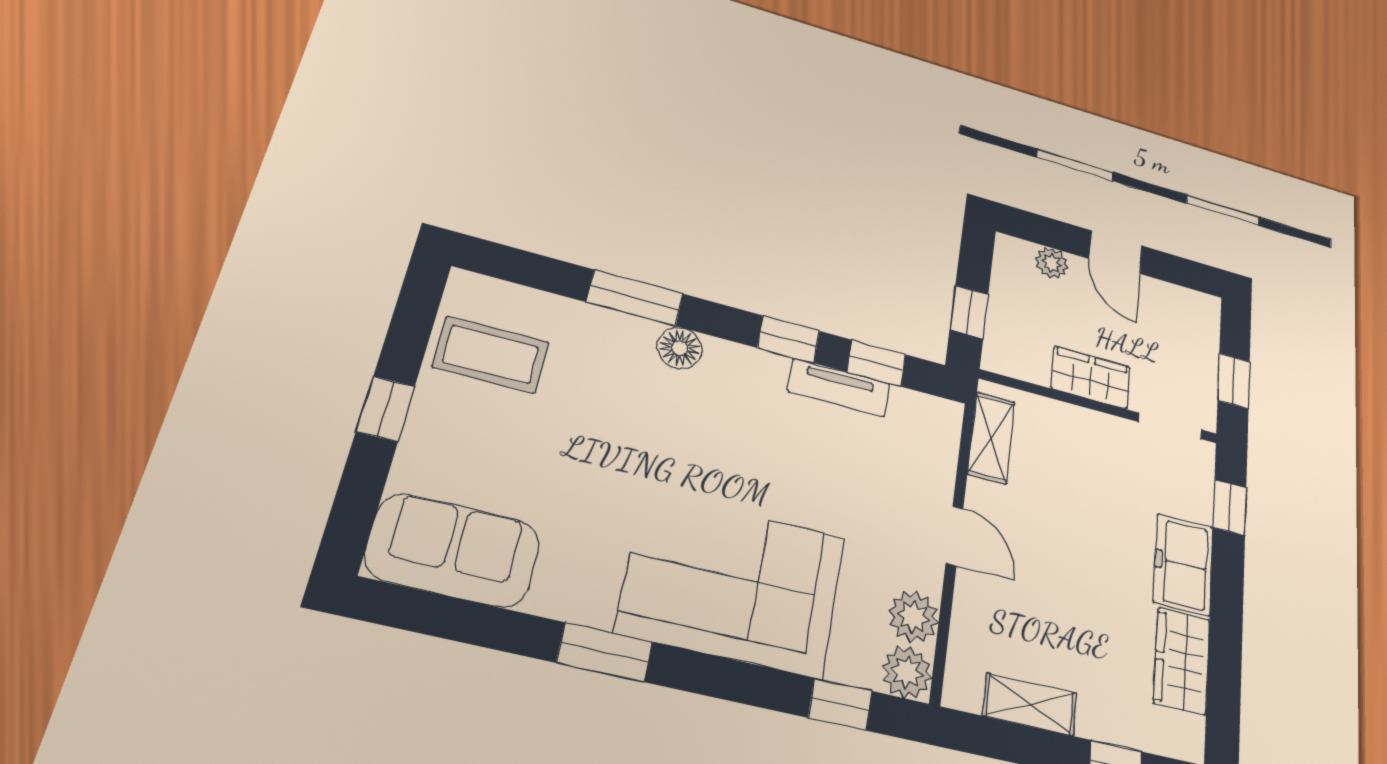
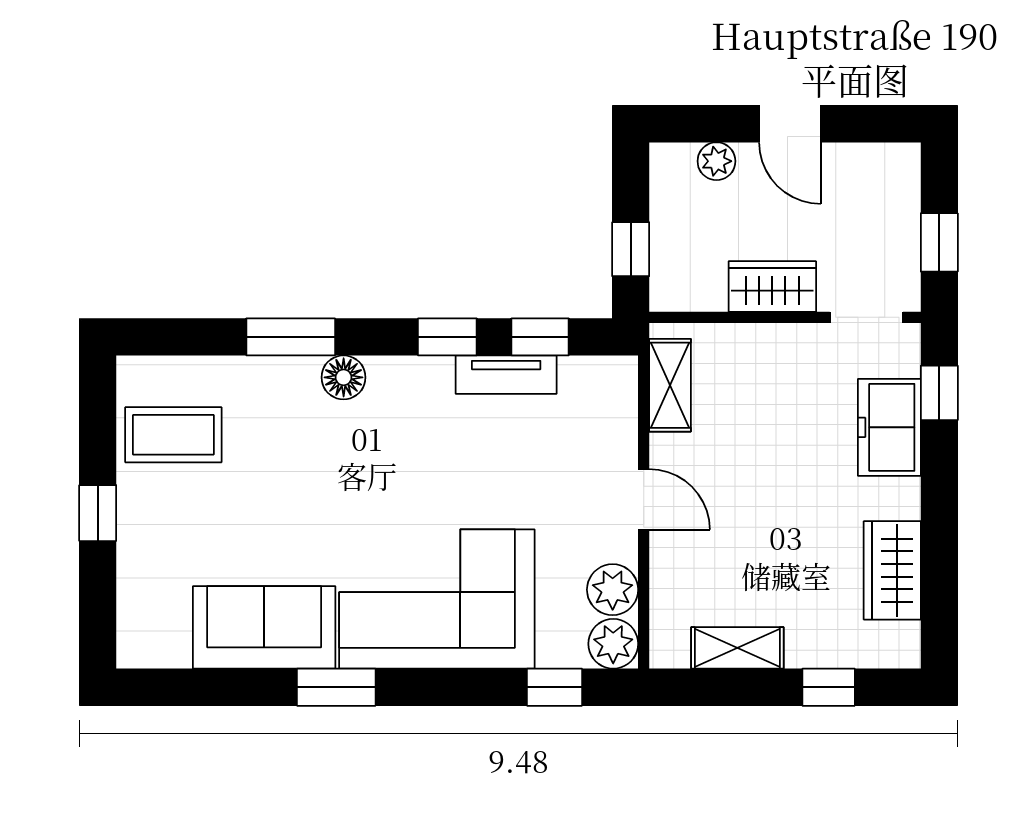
sofa: (453, 550) -> (264, 627), moved
freezer: (1183, 564) -> (889, 427), moved

